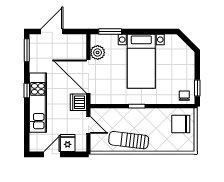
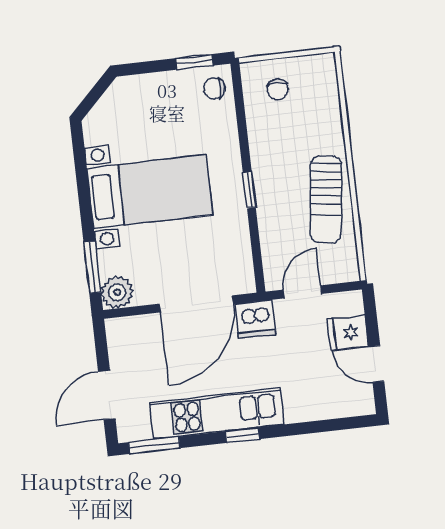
door: (52, 31) -> (107, 395), hinge flipped
plant: (98, 52) -> (117, 292), moved
kitchen unit: (38, 103) -> (217, 414), moved
chair: (181, 124) -> (277, 89), width x0.54, depth x0.54

